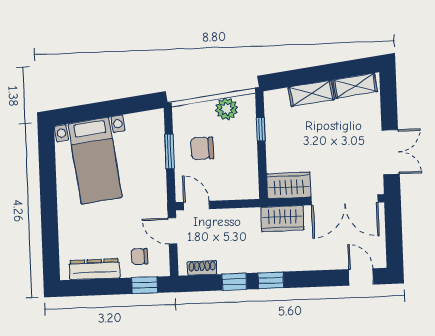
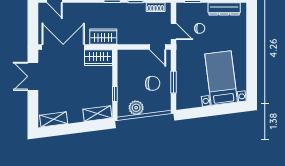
shelving: (311, 93) -> (97, 114), moved
chair: (140, 256) -> (200, 28), moved

